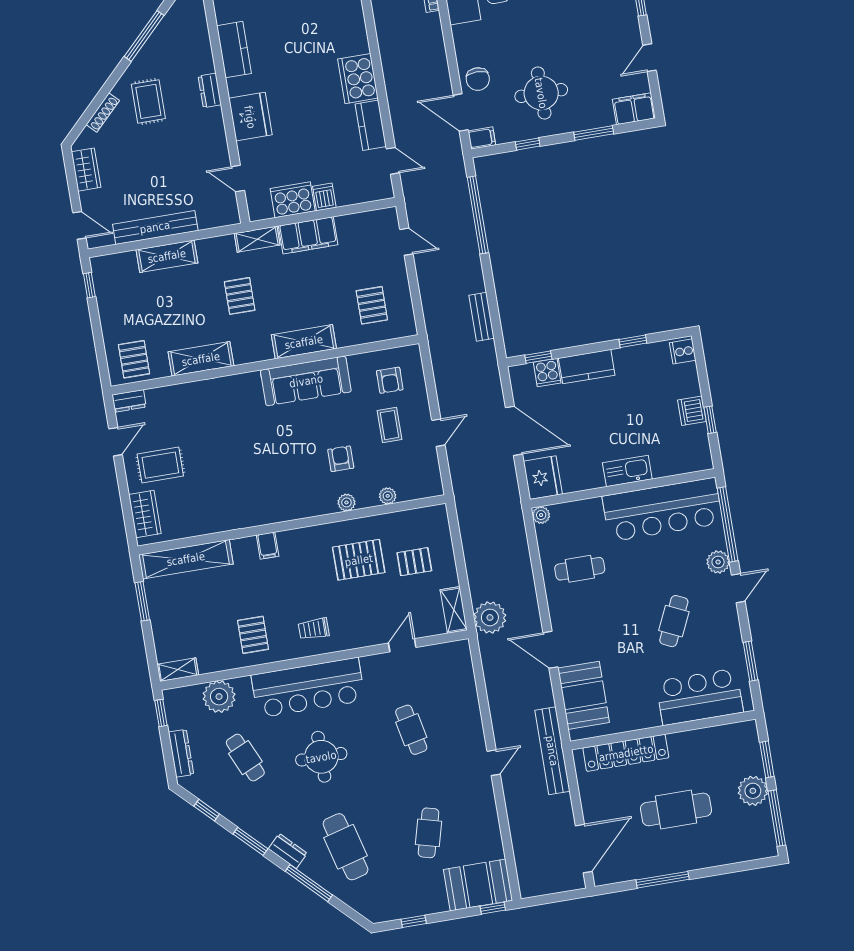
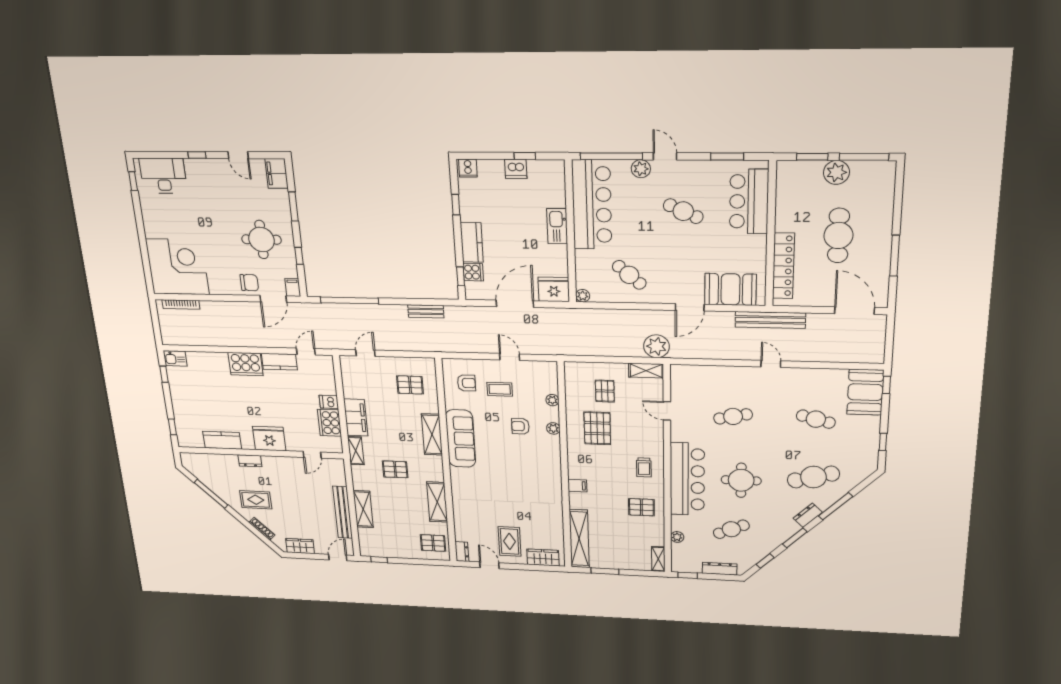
cafe table: (580, 569) -> (629, 275), turned -49
plant: (219, 697) -> (677, 537), width x0.53, depth x0.53

